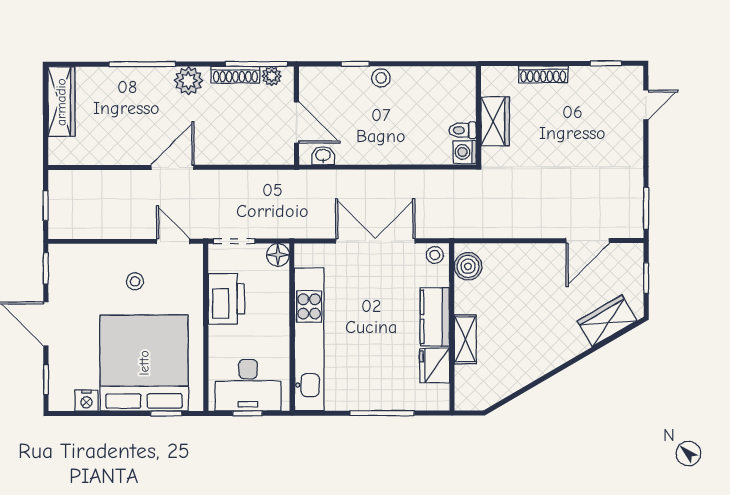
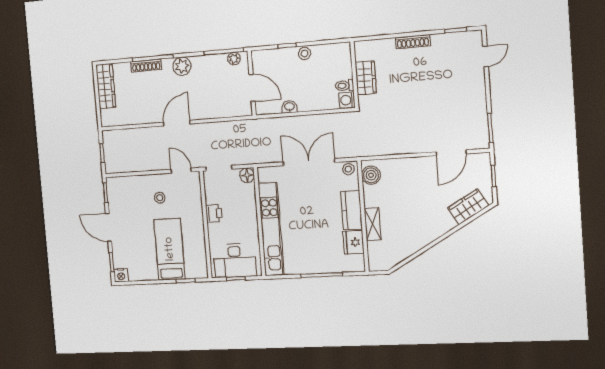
shoe rack: (235, 75) -> (146, 66), moved
wall: (479, 115) -> (354, 75), moved
wardrobe: (495, 121) -> (366, 78), moved
toilet: (463, 130) -> (345, 86), moved
washing machine: (465, 152) -> (347, 100), moved
washbasin: (323, 156) -> (289, 107), moved
printer: (226, 299) -> (214, 213), width x0.53, depth x0.68
bed: (144, 363) -> (170, 249), width x0.49
nightstand: (86, 401) -> (121, 275), moved

